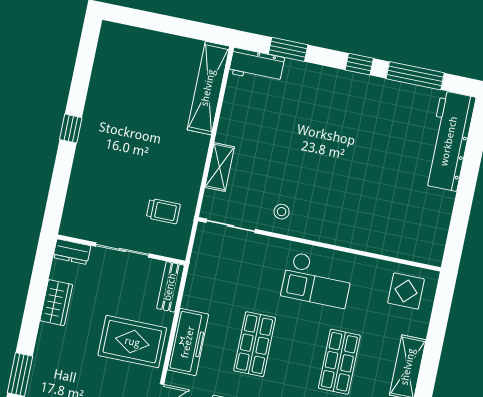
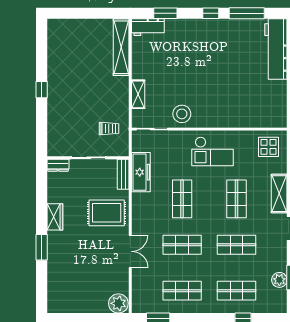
stool: (282, 212) -> (182, 114), width x1.89, depth x1.89
wardrobe: (56, 303) -> (55, 217), moved
freezer: (188, 342) -> (141, 172), moved

